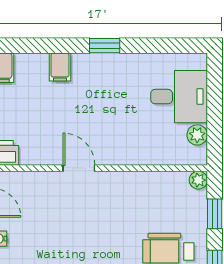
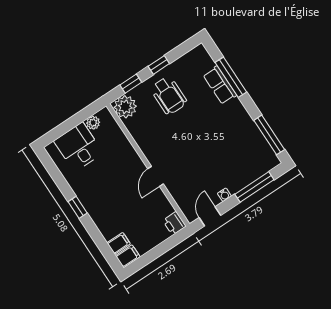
filing cabinet: (60, 67) -> (119, 243), moved
plant: (198, 180) -> (125, 107), width x1.88, depth x1.88

